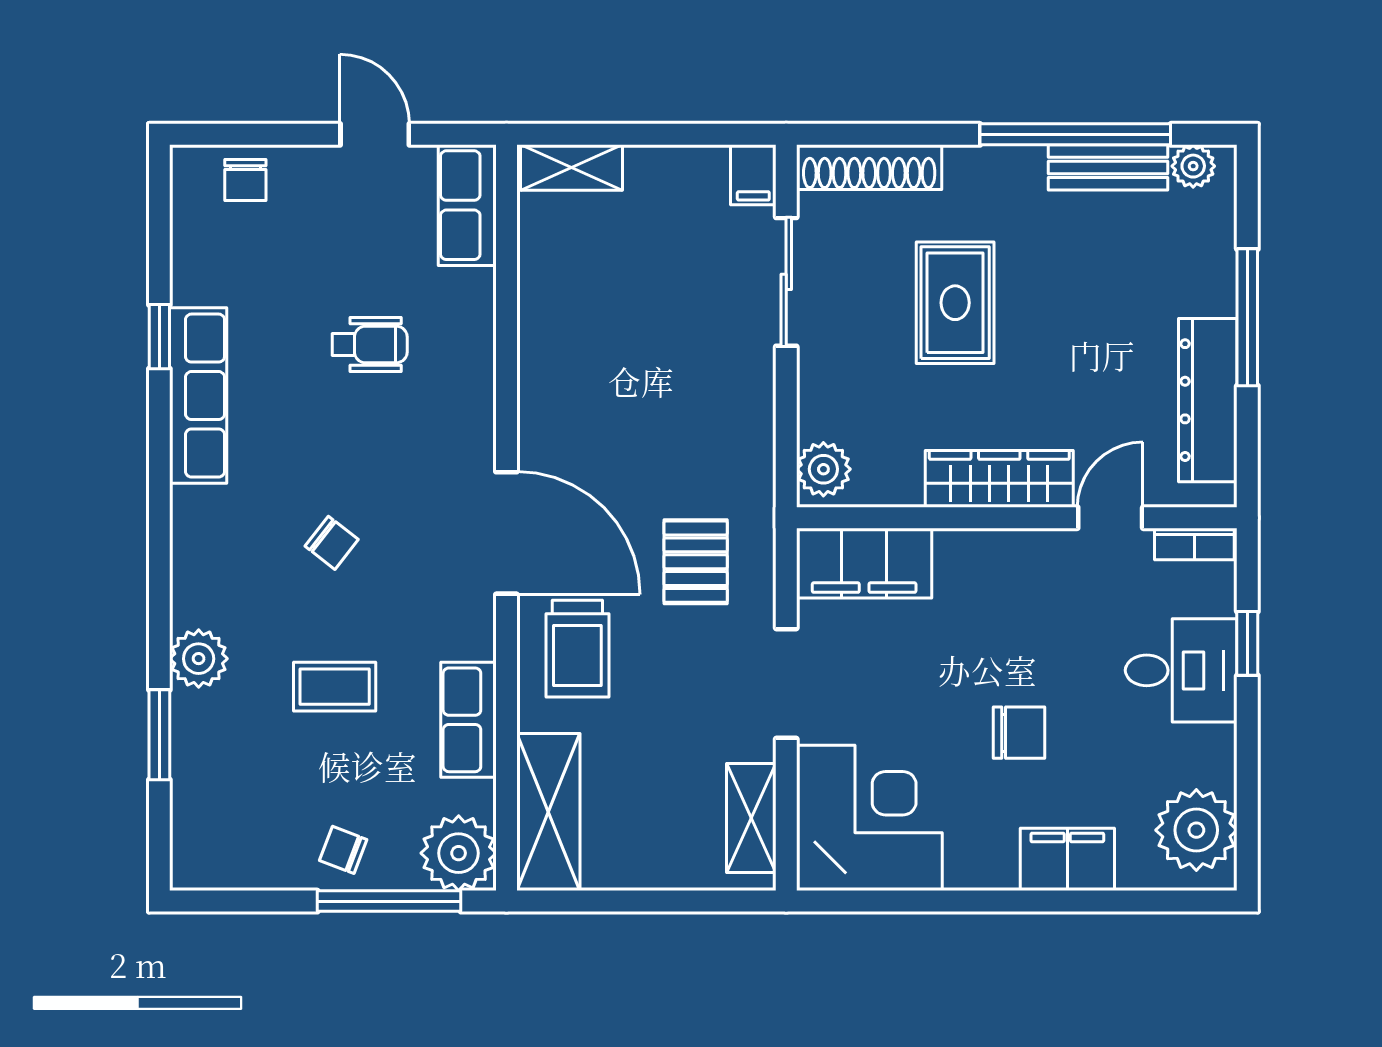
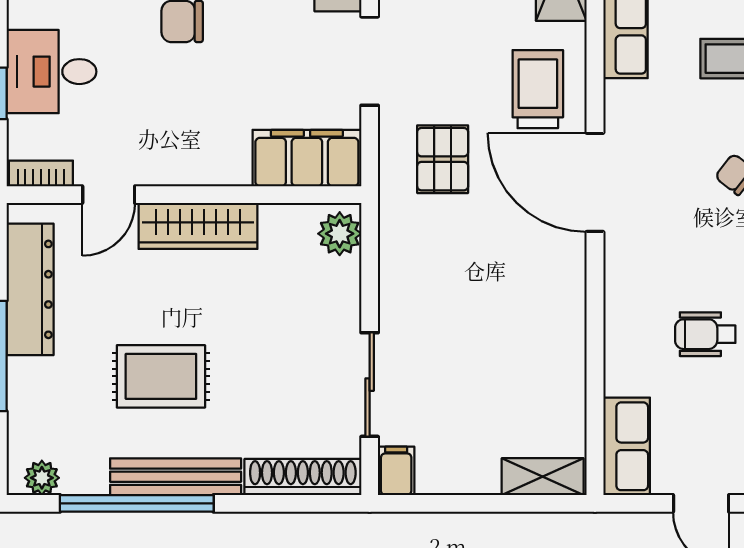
bench: (1108, 167) -> (176, 477), moved, width x1.36
rug: (955, 303) -> (161, 376), moved, turned 90

